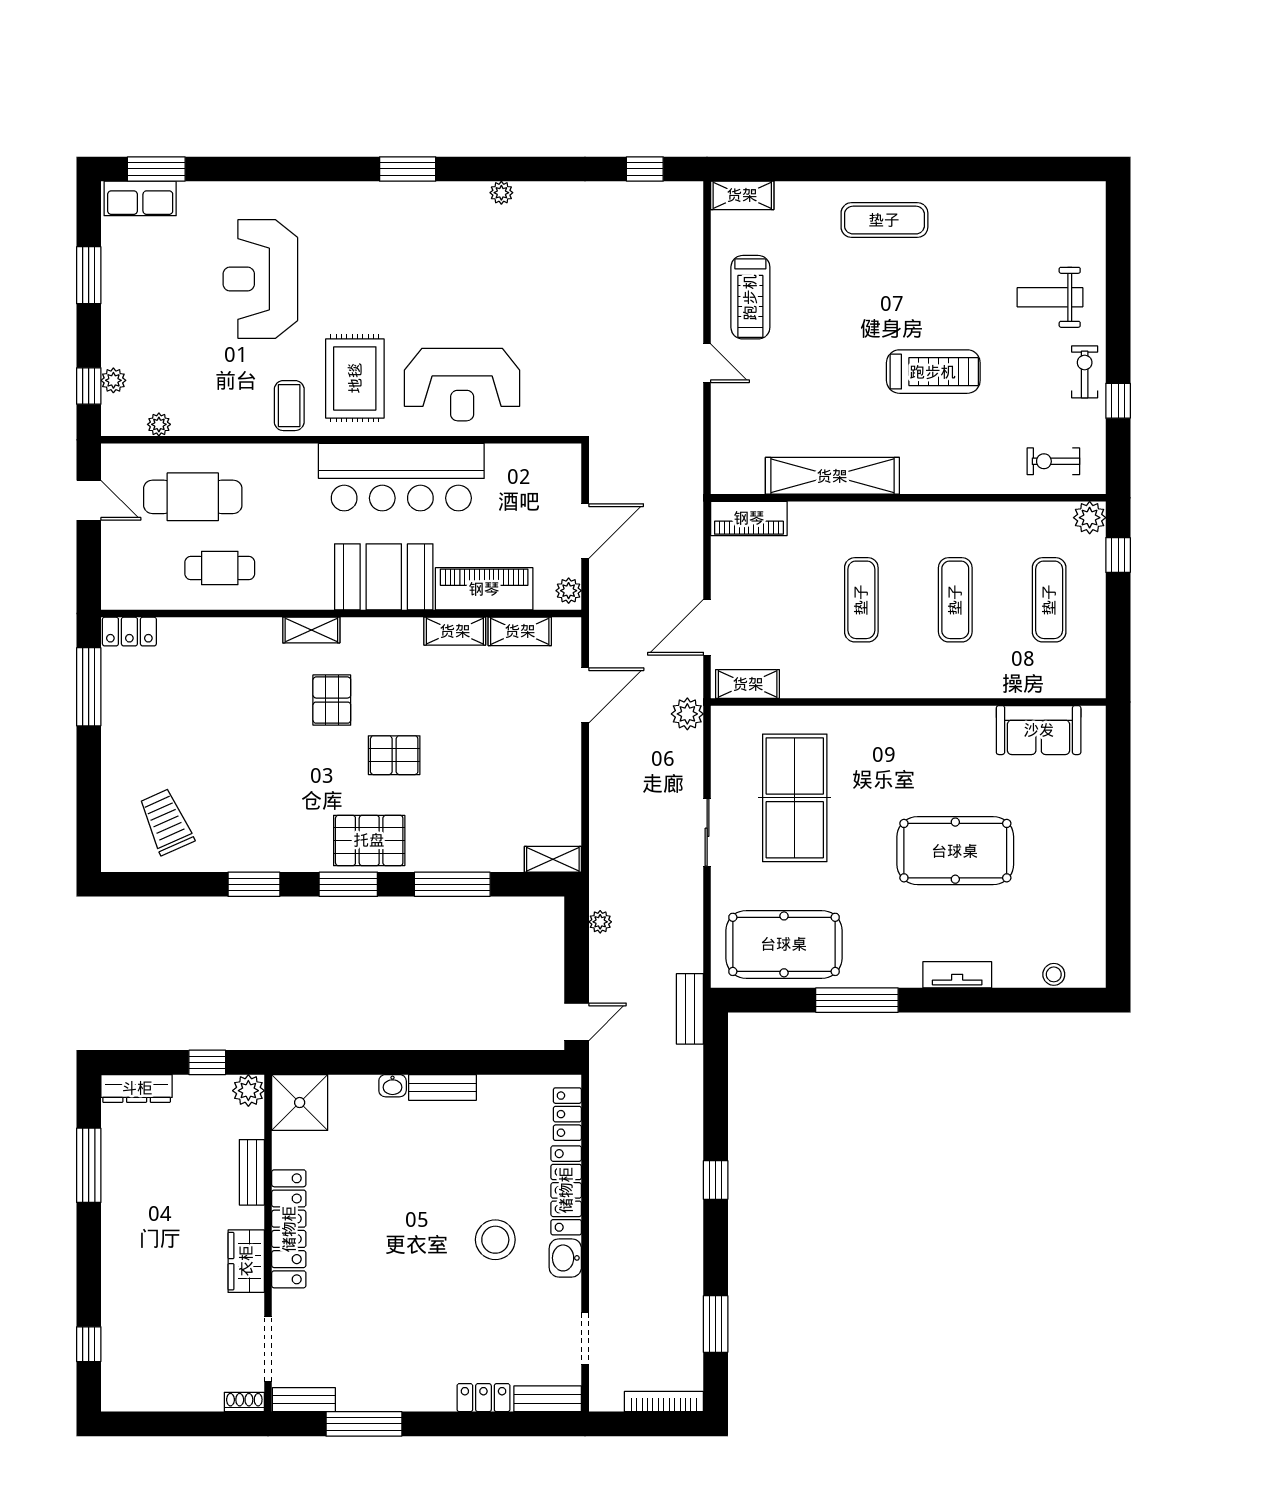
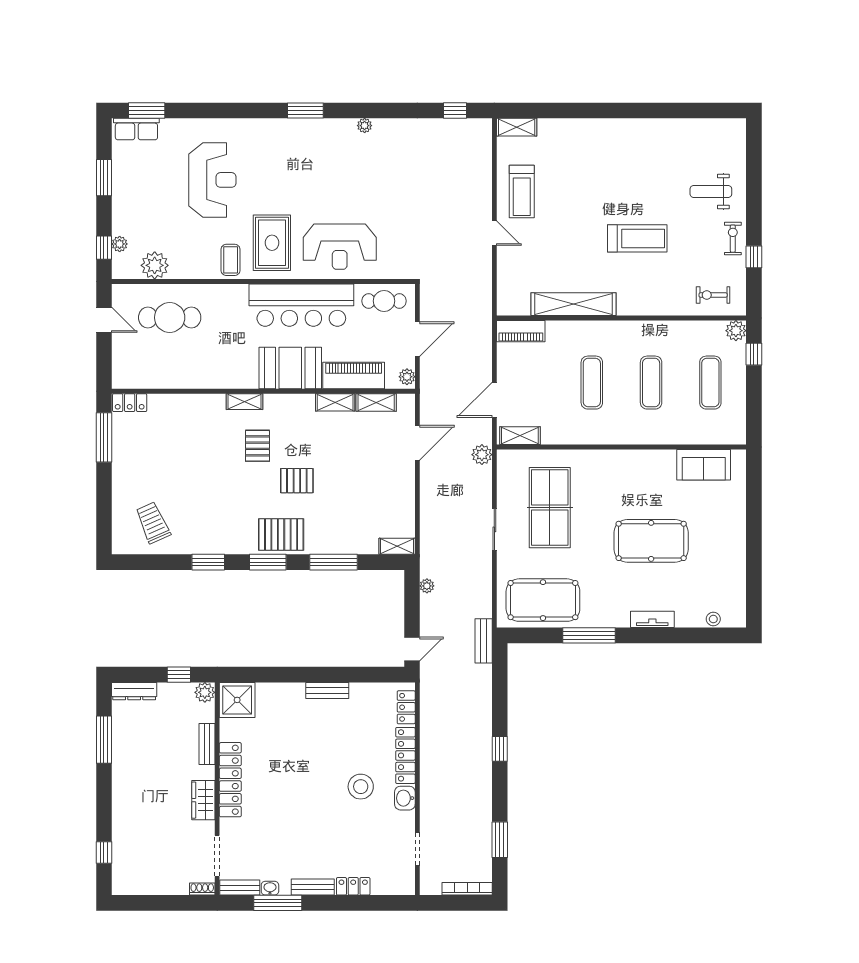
exercise mat: (884, 220) -> (606, 143), removed
reception desk: (260, 279) -> (212, 180), turned 180
plant: (159, 424) -> (155, 265), width x1.88, depth x1.88
cafe table: (220, 568) -> (384, 301), moved
washbasin: (393, 1086) -> (270, 888), moved, turned 180
bench: (548, 1399) -> (313, 887), moved

